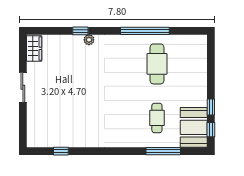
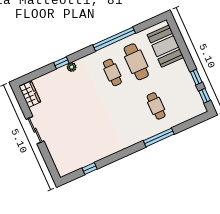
cafe table: (128, 64) -> (112, 72), added
booth: (194, 127) -> (165, 46), moved
window: (163, 151) -> (159, 137), moved

